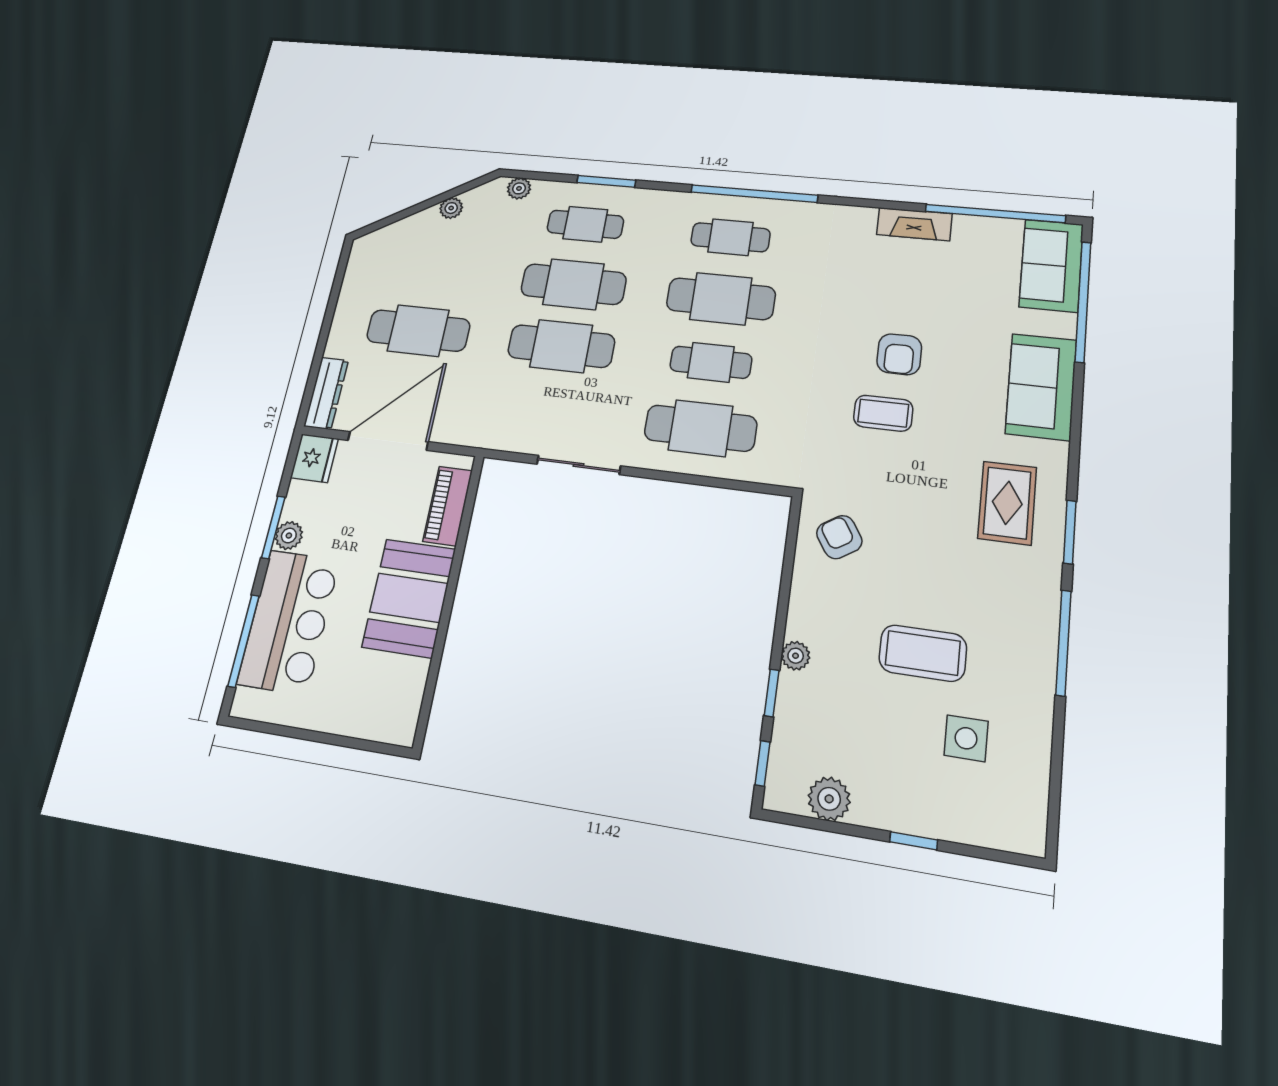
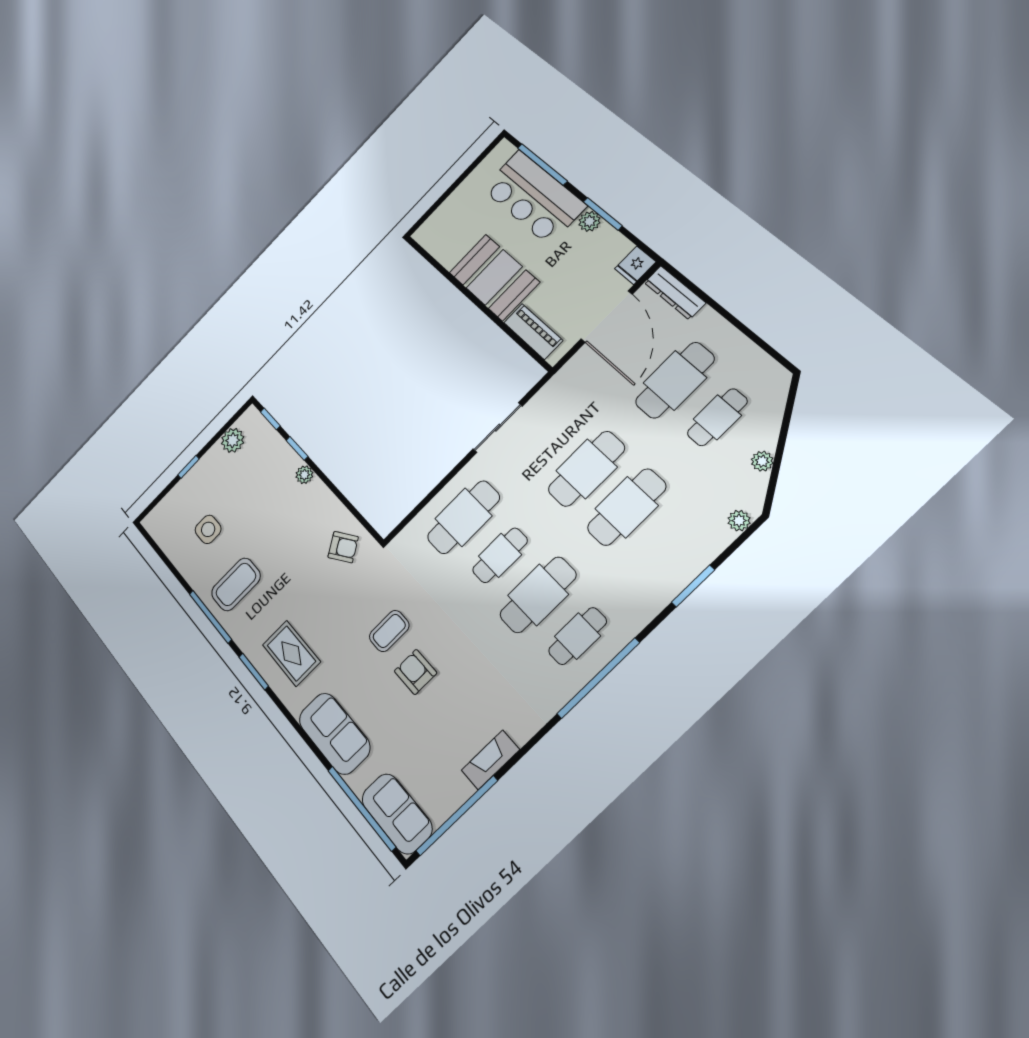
cafe table: (585, 224) -> (717, 417), moved
fridge: (314, 458) -> (635, 265), width x0.72
coffee table: (923, 653) -> (236, 584), moved

